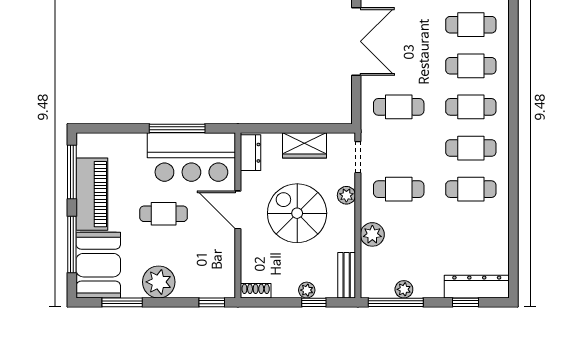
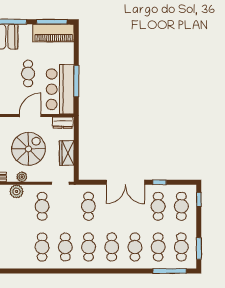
piano: (92, 194) -> (53, 33), moved
plant: (346, 195) -> (22, 177), moved

